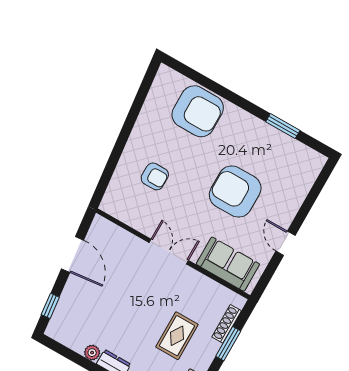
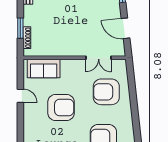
armchair: (155, 176) -> (106, 92), width x1.88, depth x1.88
double door: (169, 252) -> (99, 58), moved
rug: (177, 336) -> (49, 17), removed

